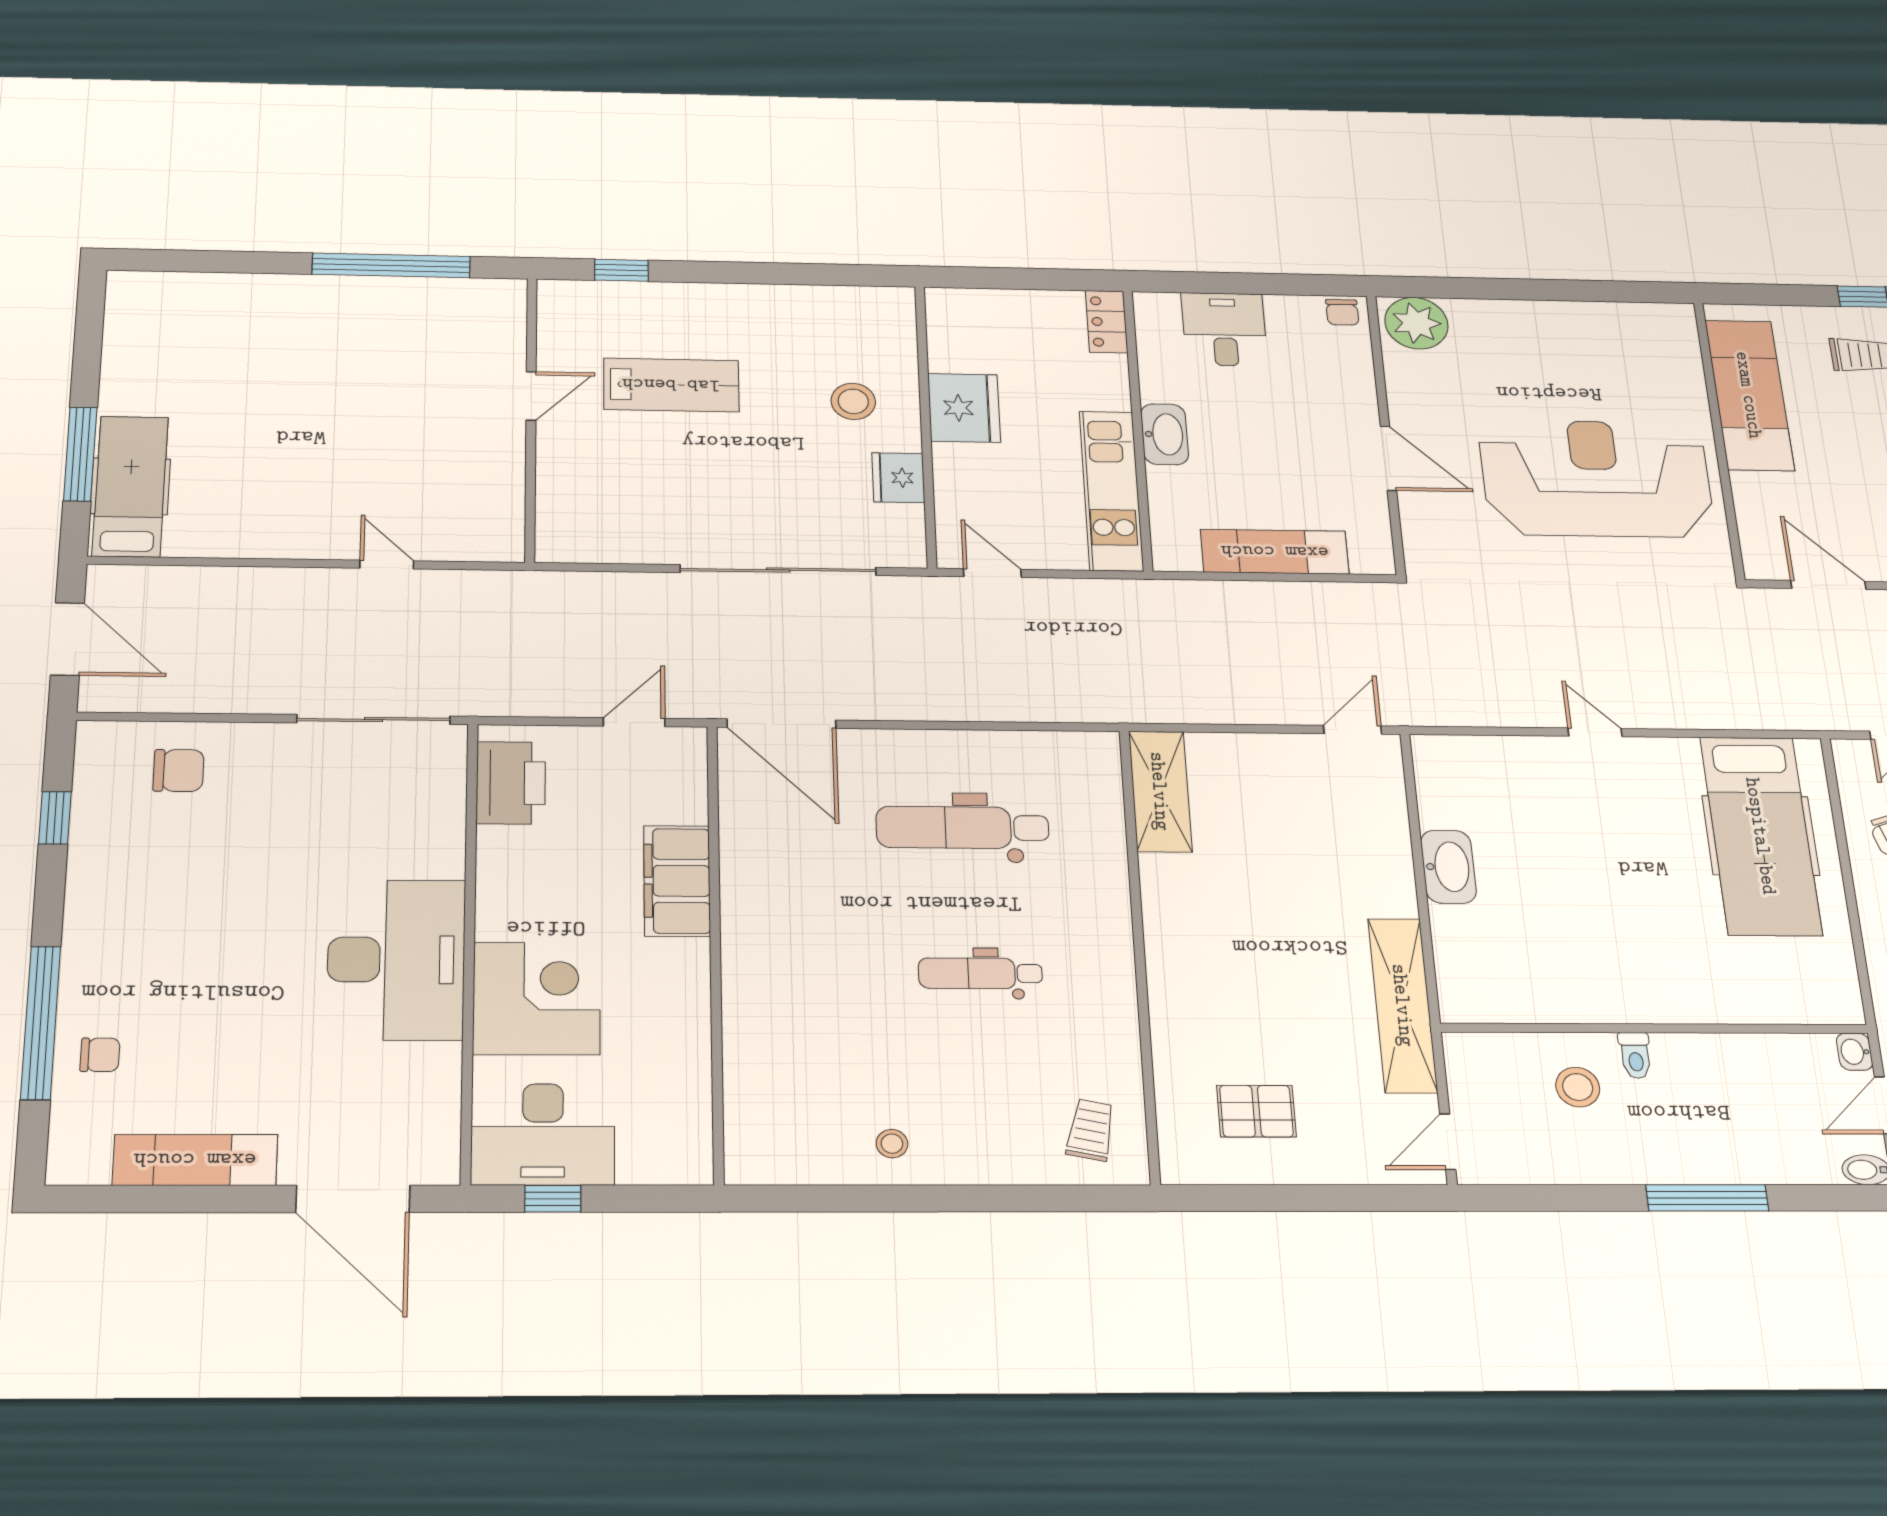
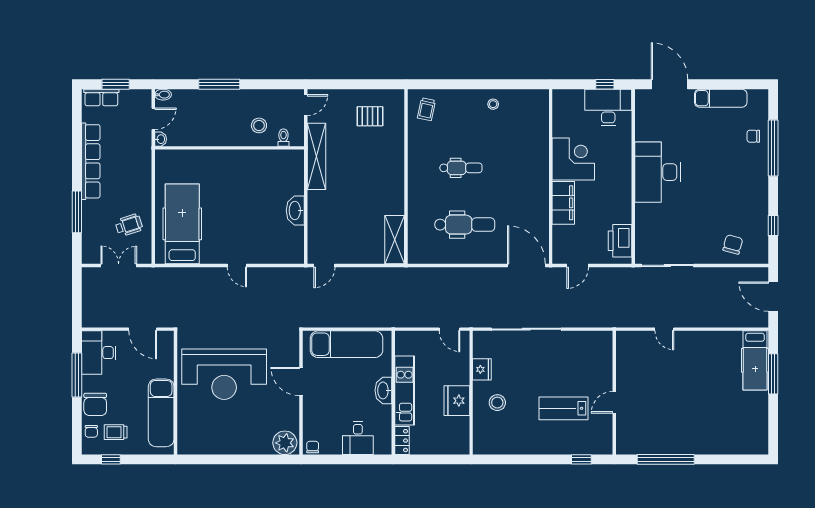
kitchen unit: (1111, 491) -> (405, 391), moved
exam couch: (1275, 552) -> (347, 344), width x1.36, depth x1.45
chair: (179, 770) -> (733, 244), turned 105
corner desk: (537, 998) -> (573, 159), moved, turned 180
toilet: (1635, 1055) -> (283, 138), moved

